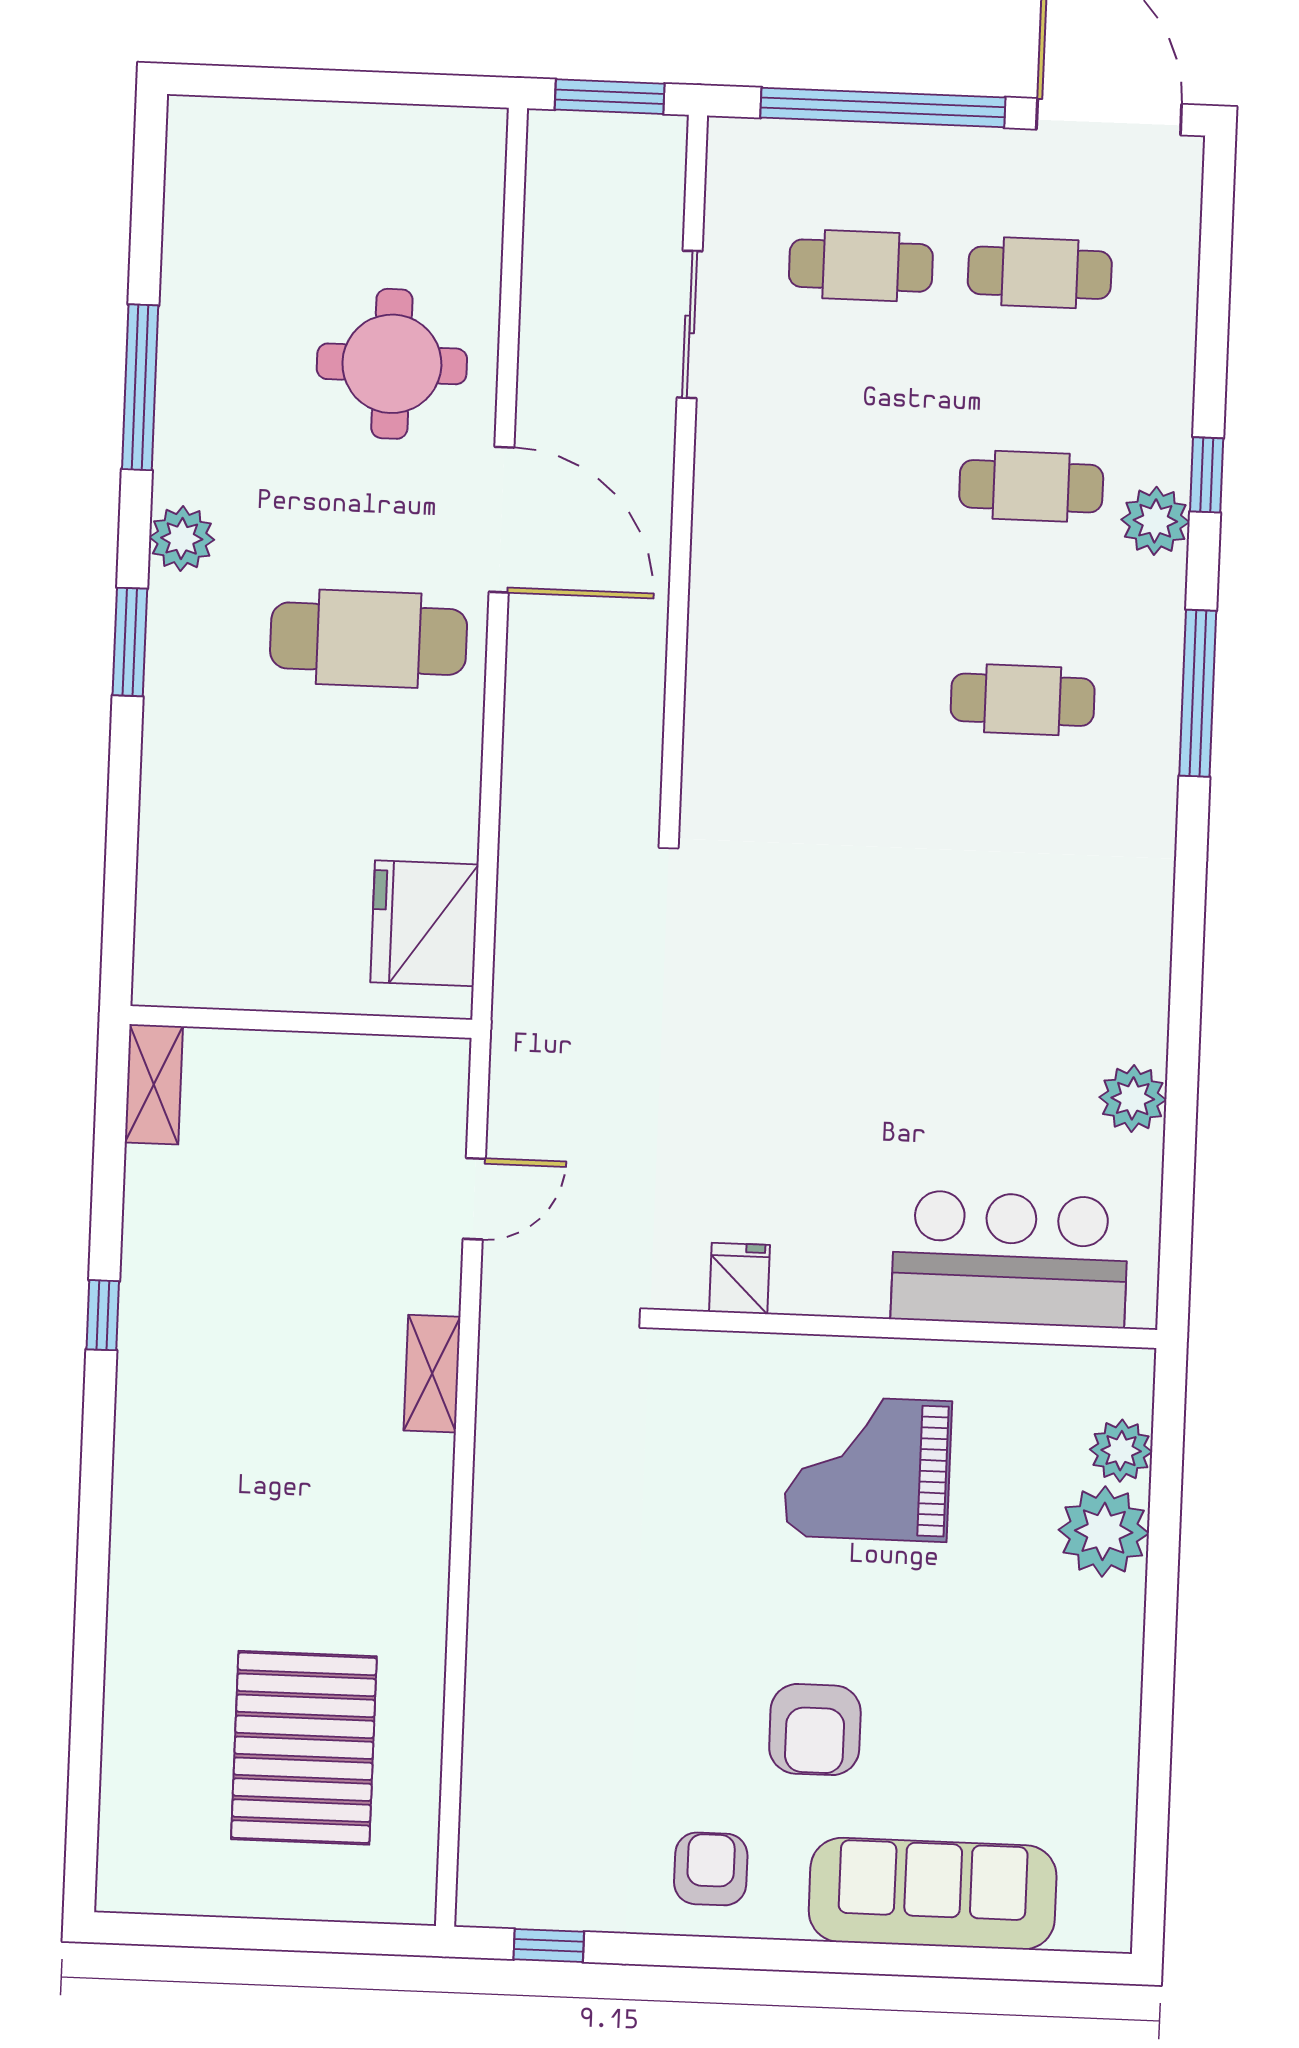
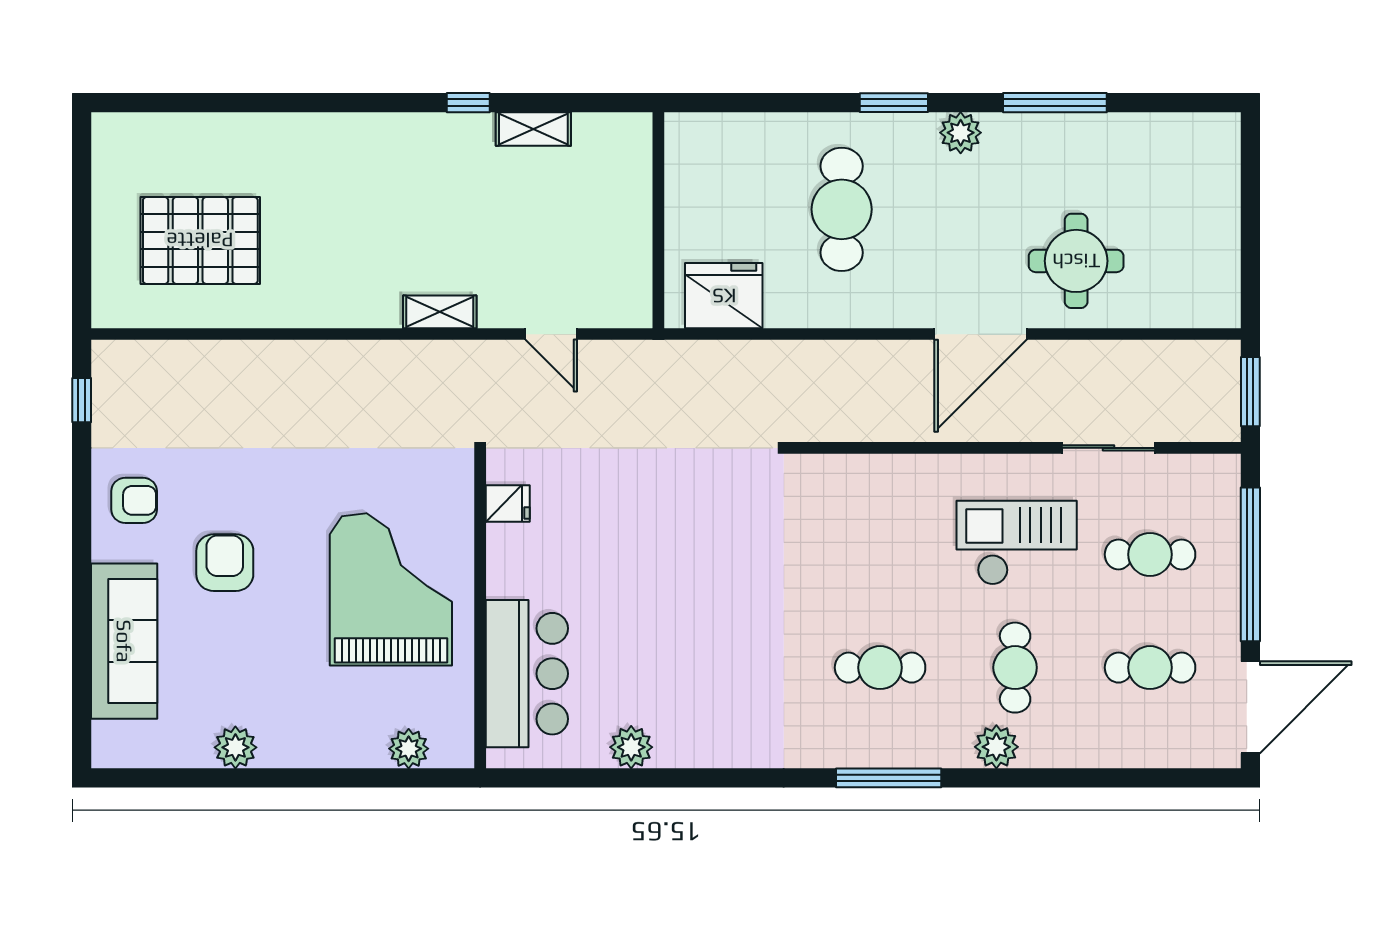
cafe table: (861, 266) -> (1150, 554), turned 90
cafe table: (1040, 273) -> (1150, 668), turned 90
window: (1207, 475) -> (1027, 778), removed
checkout: (834, 476) -> (1017, 543), added
cafe table: (369, 639) -> (842, 209), moved
cafe table: (1023, 700) -> (880, 668), turned 90
shelving: (154, 1084) -> (533, 129), moved
grand piano: (868, 1468) -> (391, 589), width x1.37, depth x1.48
plant: (1104, 1531) -> (235, 747), moved, width x0.73, depth x0.73
armchair: (815, 1730) -> (225, 563), turned 90

